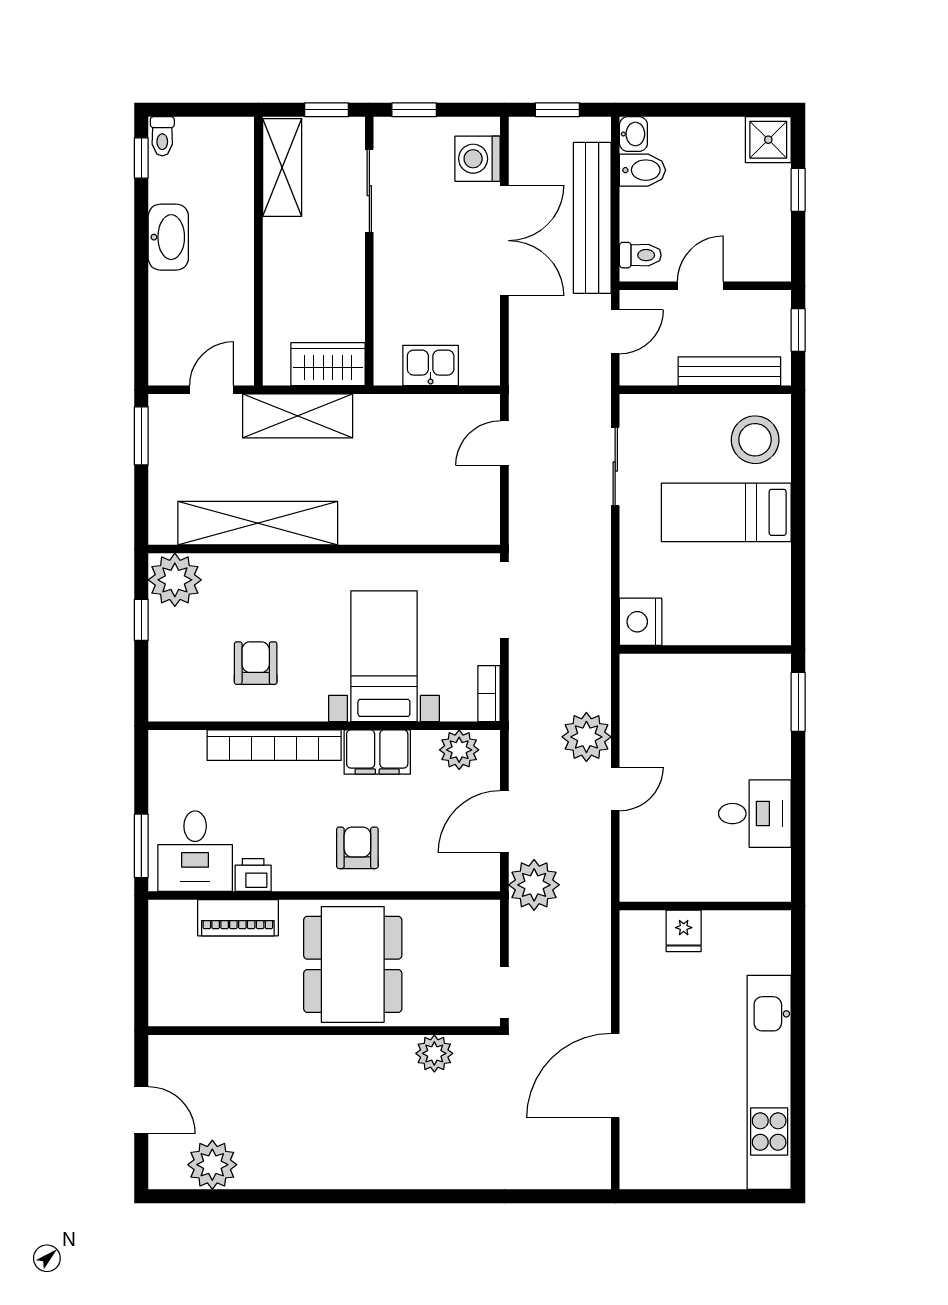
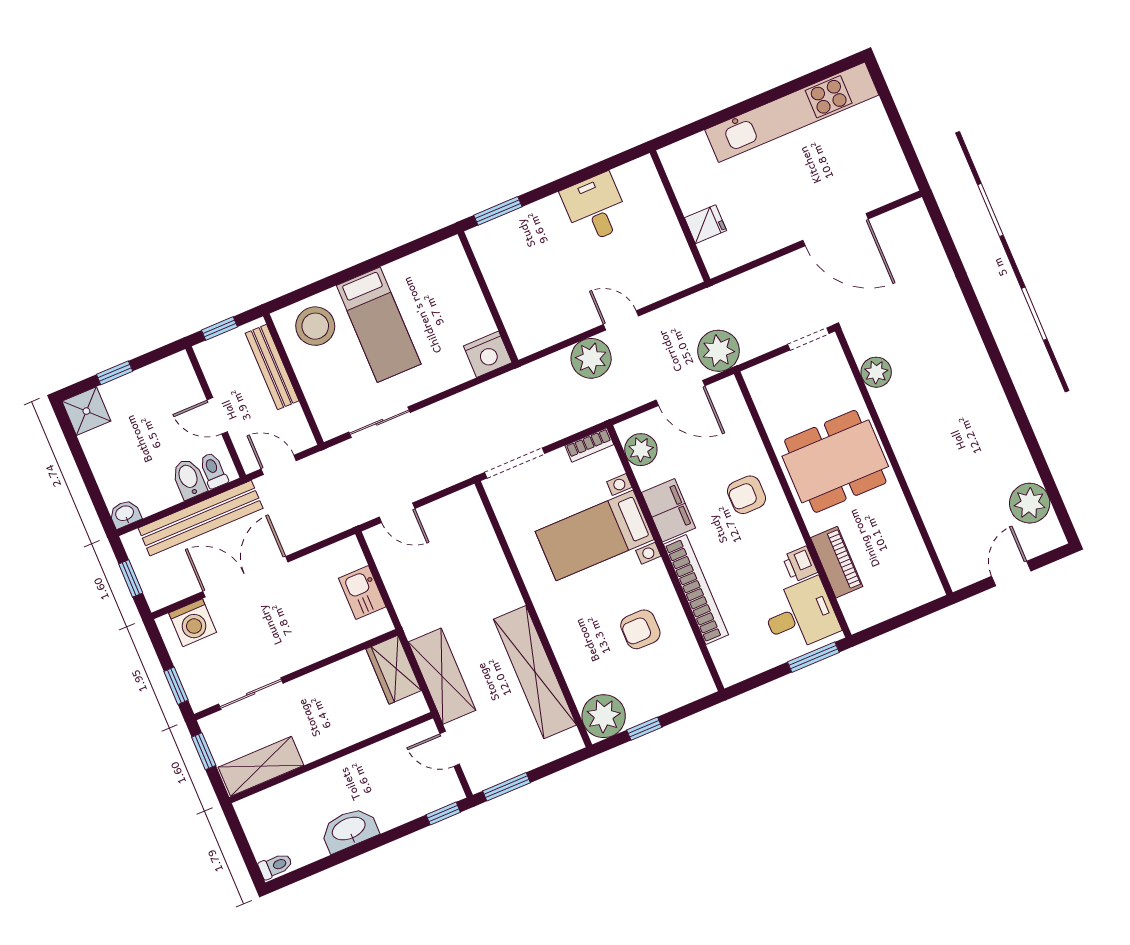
window: (141, 158) -> (443, 814), moved
bidet: (642, 170) -> (189, 479), moved

